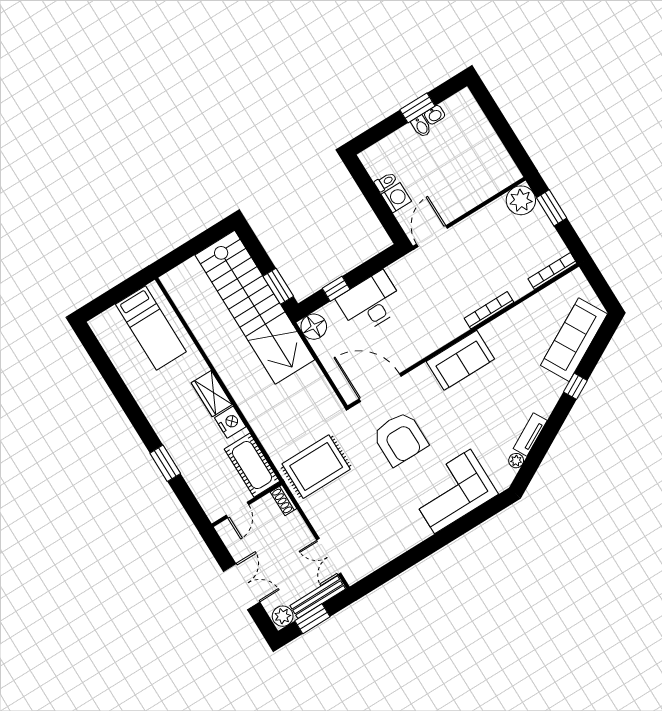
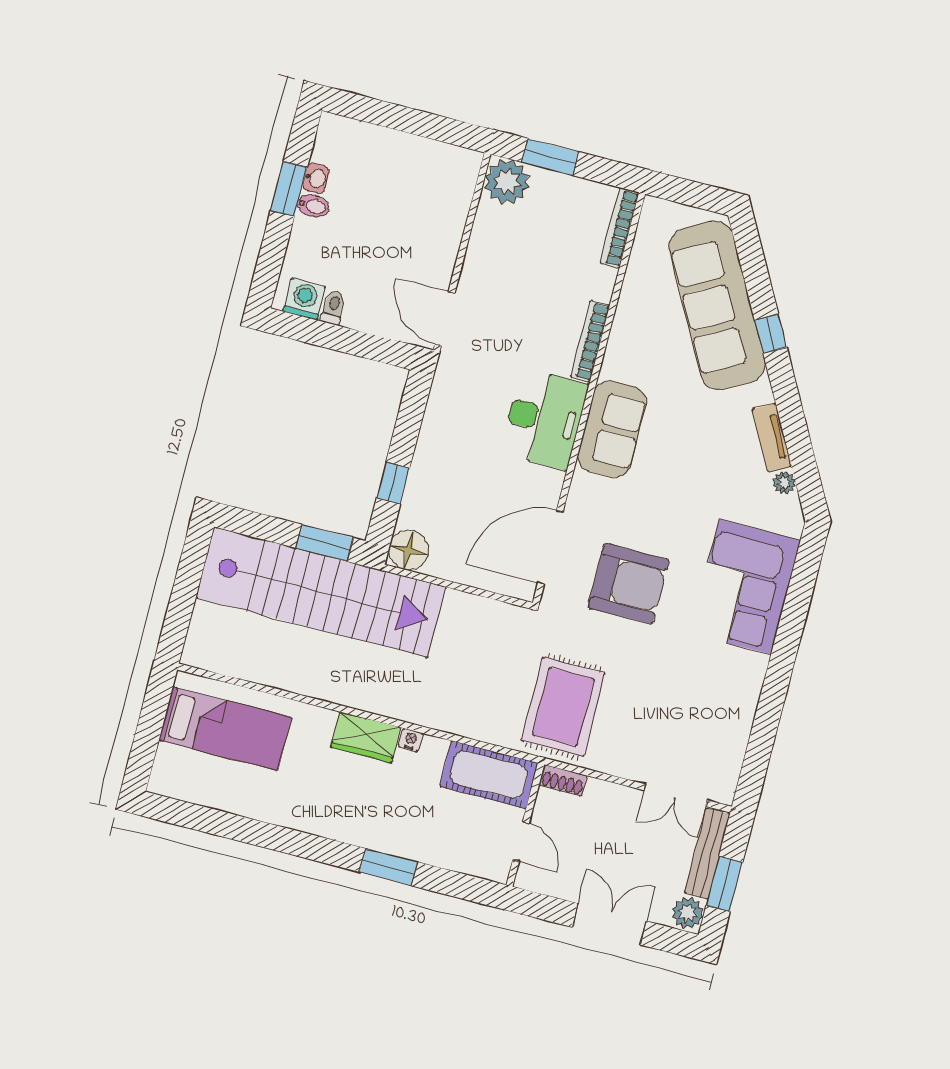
washing machine: (396, 198) -> (304, 299), moved
desk: (371, 303) -> (544, 419), moved, turned 180
sofa: (574, 340) -> (717, 305), width x1.36, depth x1.27
nightstand: (230, 422) -> (411, 740), width x0.53, depth x0.56

